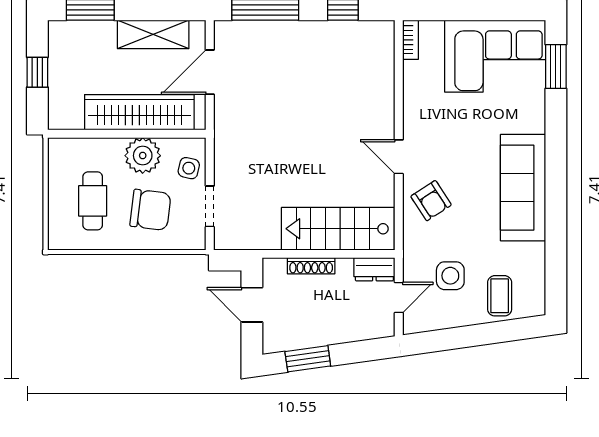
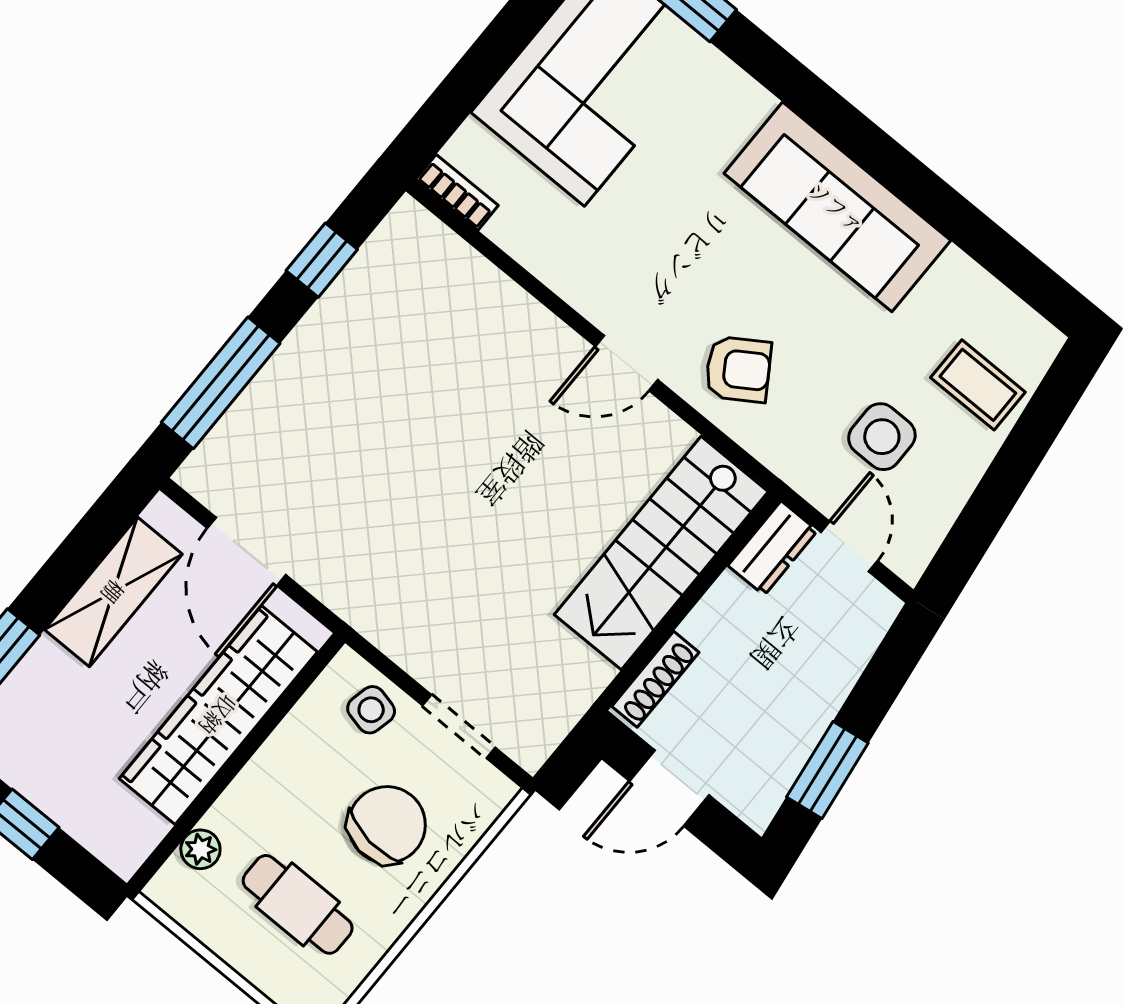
plant: (143, 156) -> (200, 849), moved, width x0.53, depth x0.53
shoe rack: (311, 266) -> (655, 679), moved

